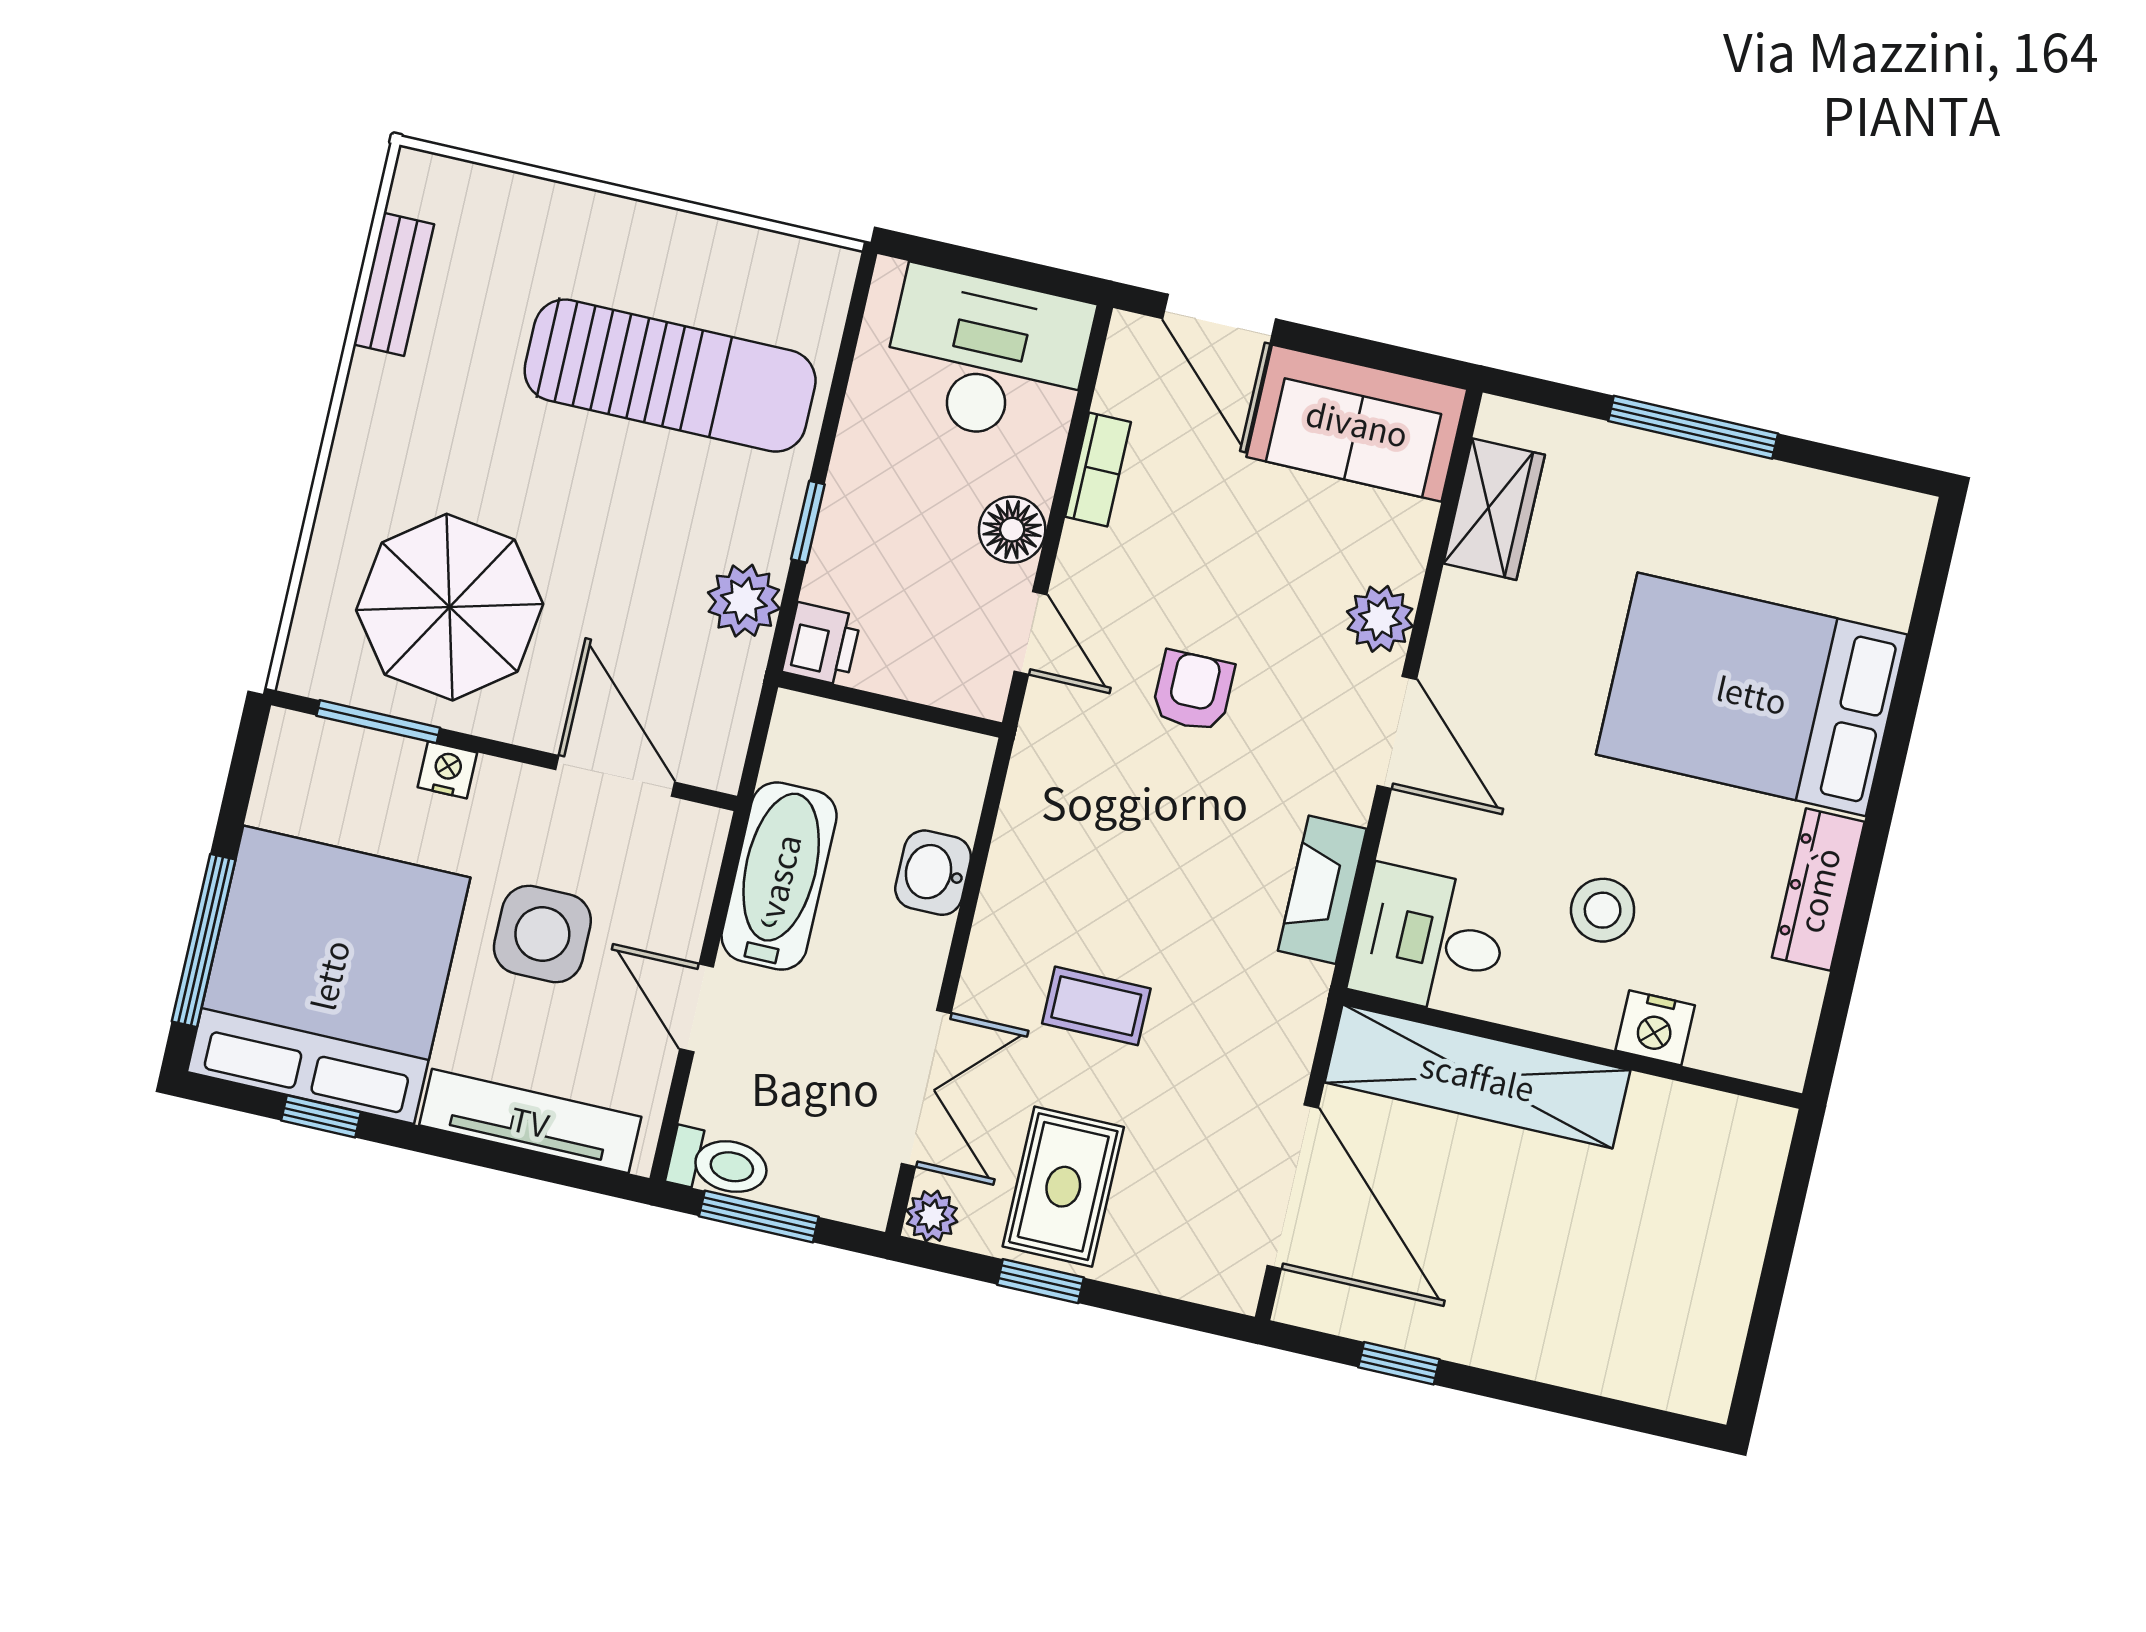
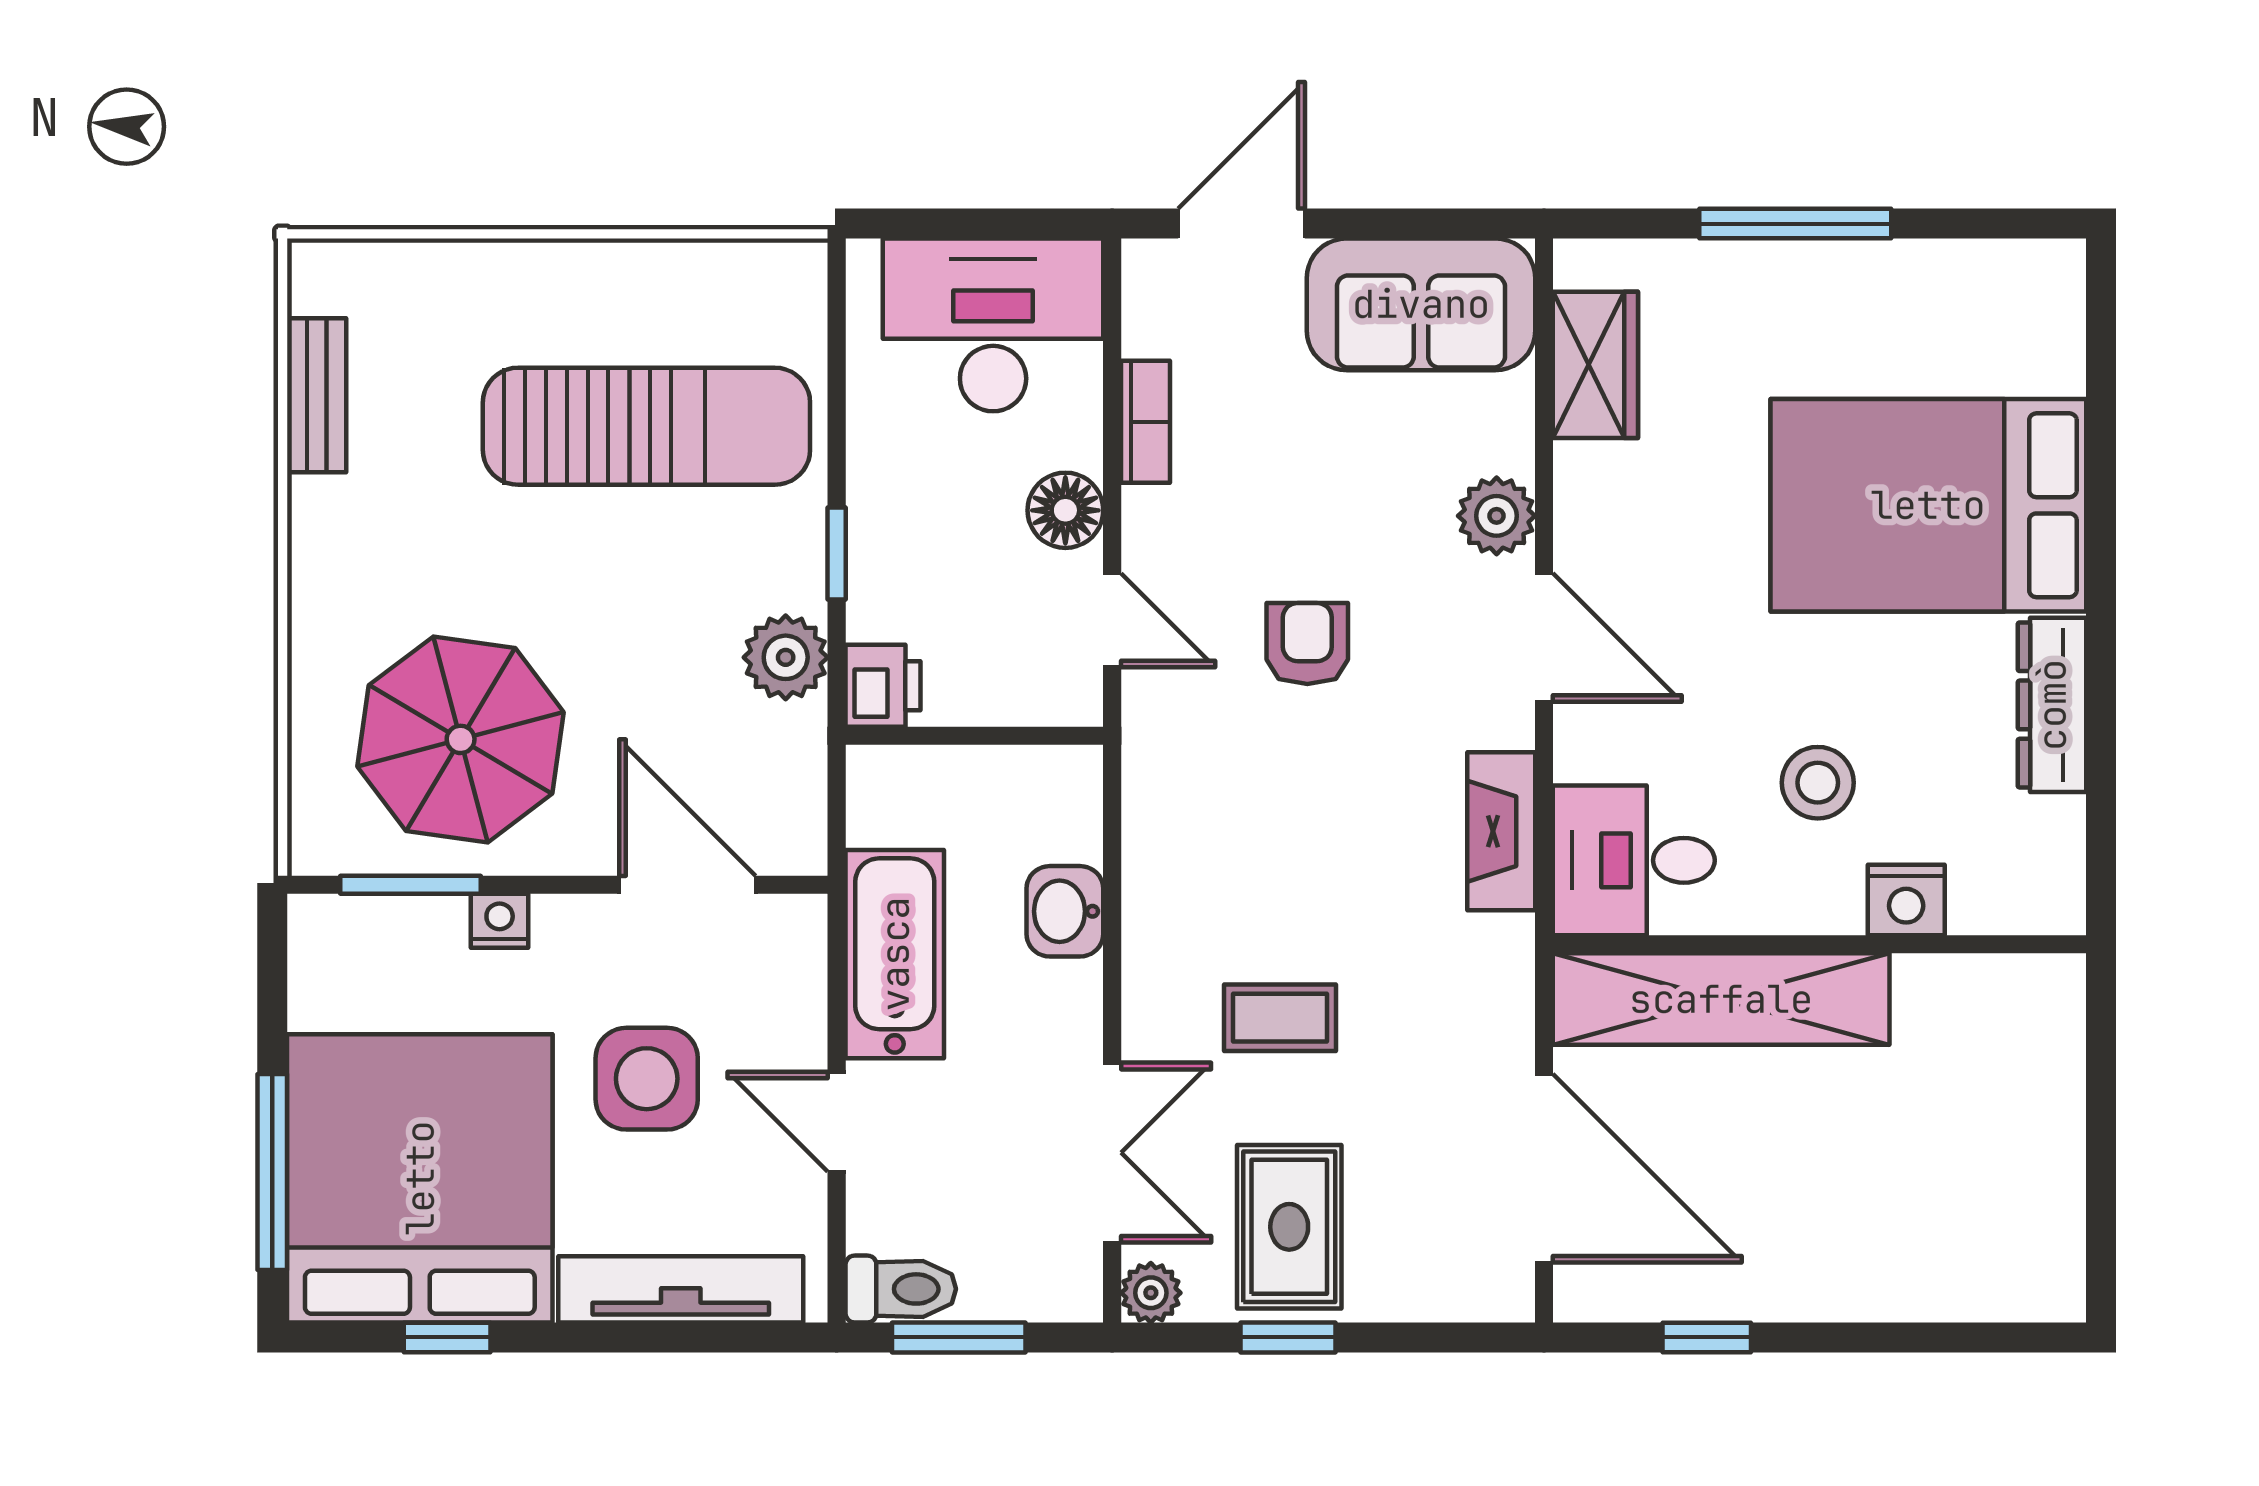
door: (1219, 319) -> (1242, 224), swing flipped

